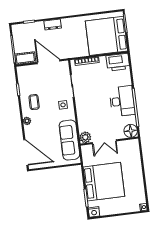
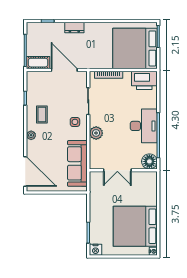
plant: (85, 137) -> (96, 133), moved
bed: (104, 182) -> (135, 226), moved, turned 180

